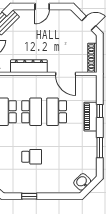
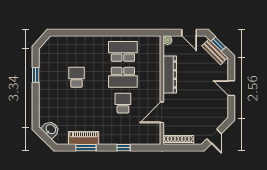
school desk: (57, 112) -> (123, 103), width x0.54
piano: (91, 117) -> (84, 138), moved
school desk: (32, 157) -> (77, 77), turned 180

